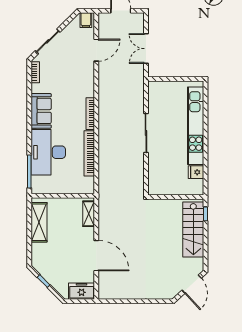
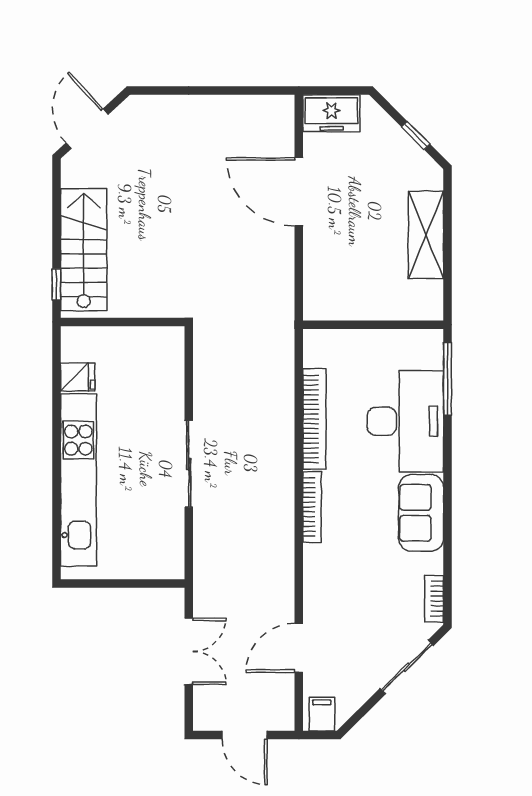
shelving: (89, 214) -> (316, 285), removed
shelving: (39, 222) -> (426, 235), moved

